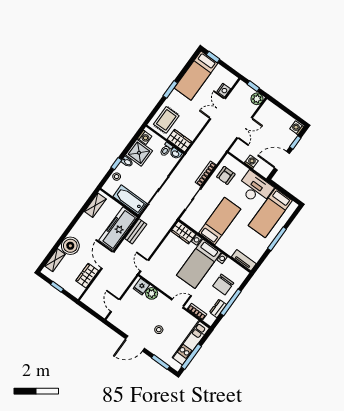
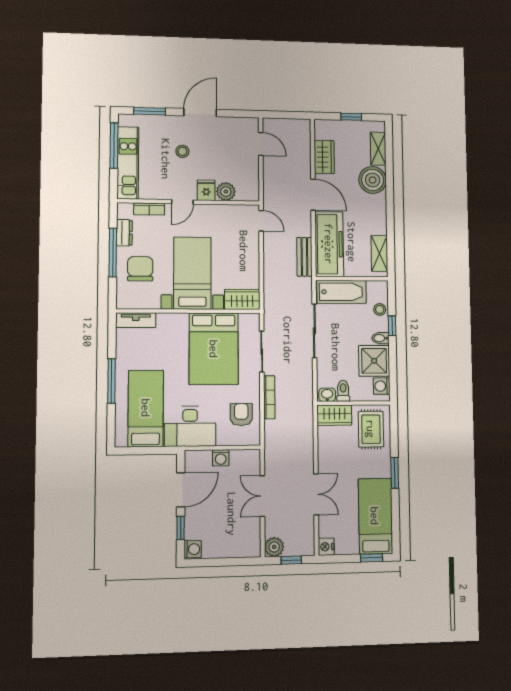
nightstand: (224, 90) -> (326, 547), moved
bed: (220, 221) -> (214, 349), width x1.50
fridge: (141, 287) -> (206, 190), moved

